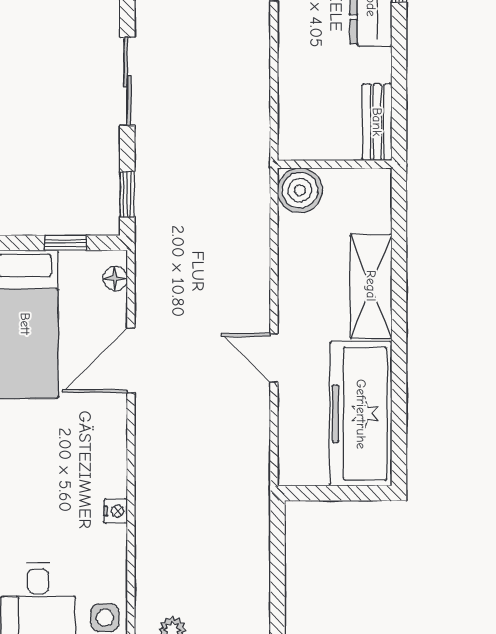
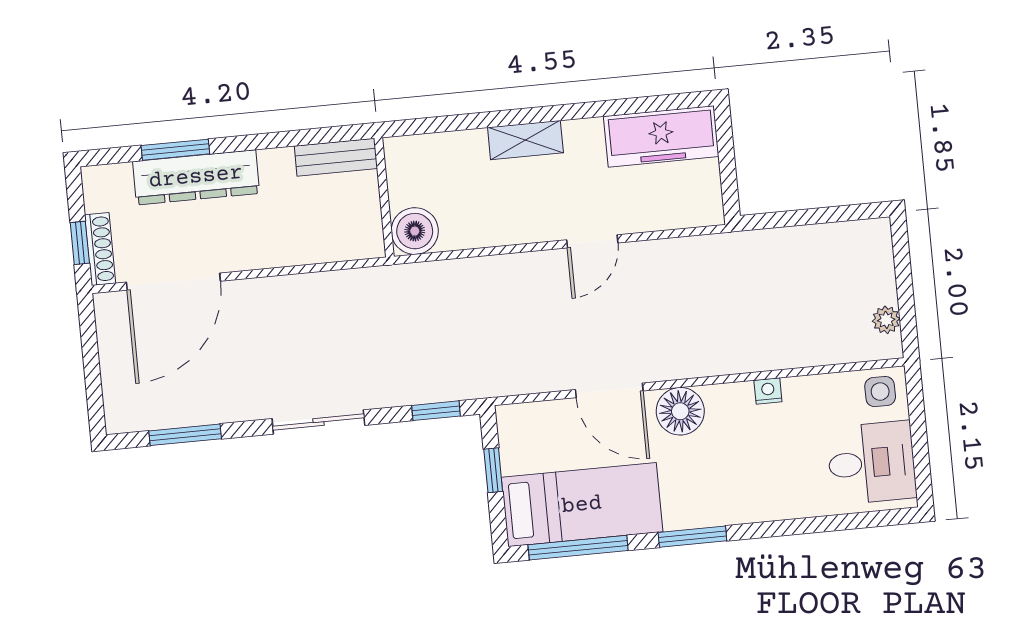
floor lamp: (115, 279) -> (680, 411), moved, width x1.89, depth x1.89
shelving: (371, 286) -> (525, 140), width x0.67, depth x0.75
freezer: (361, 414) -> (661, 136), width x0.73, depth x0.79

